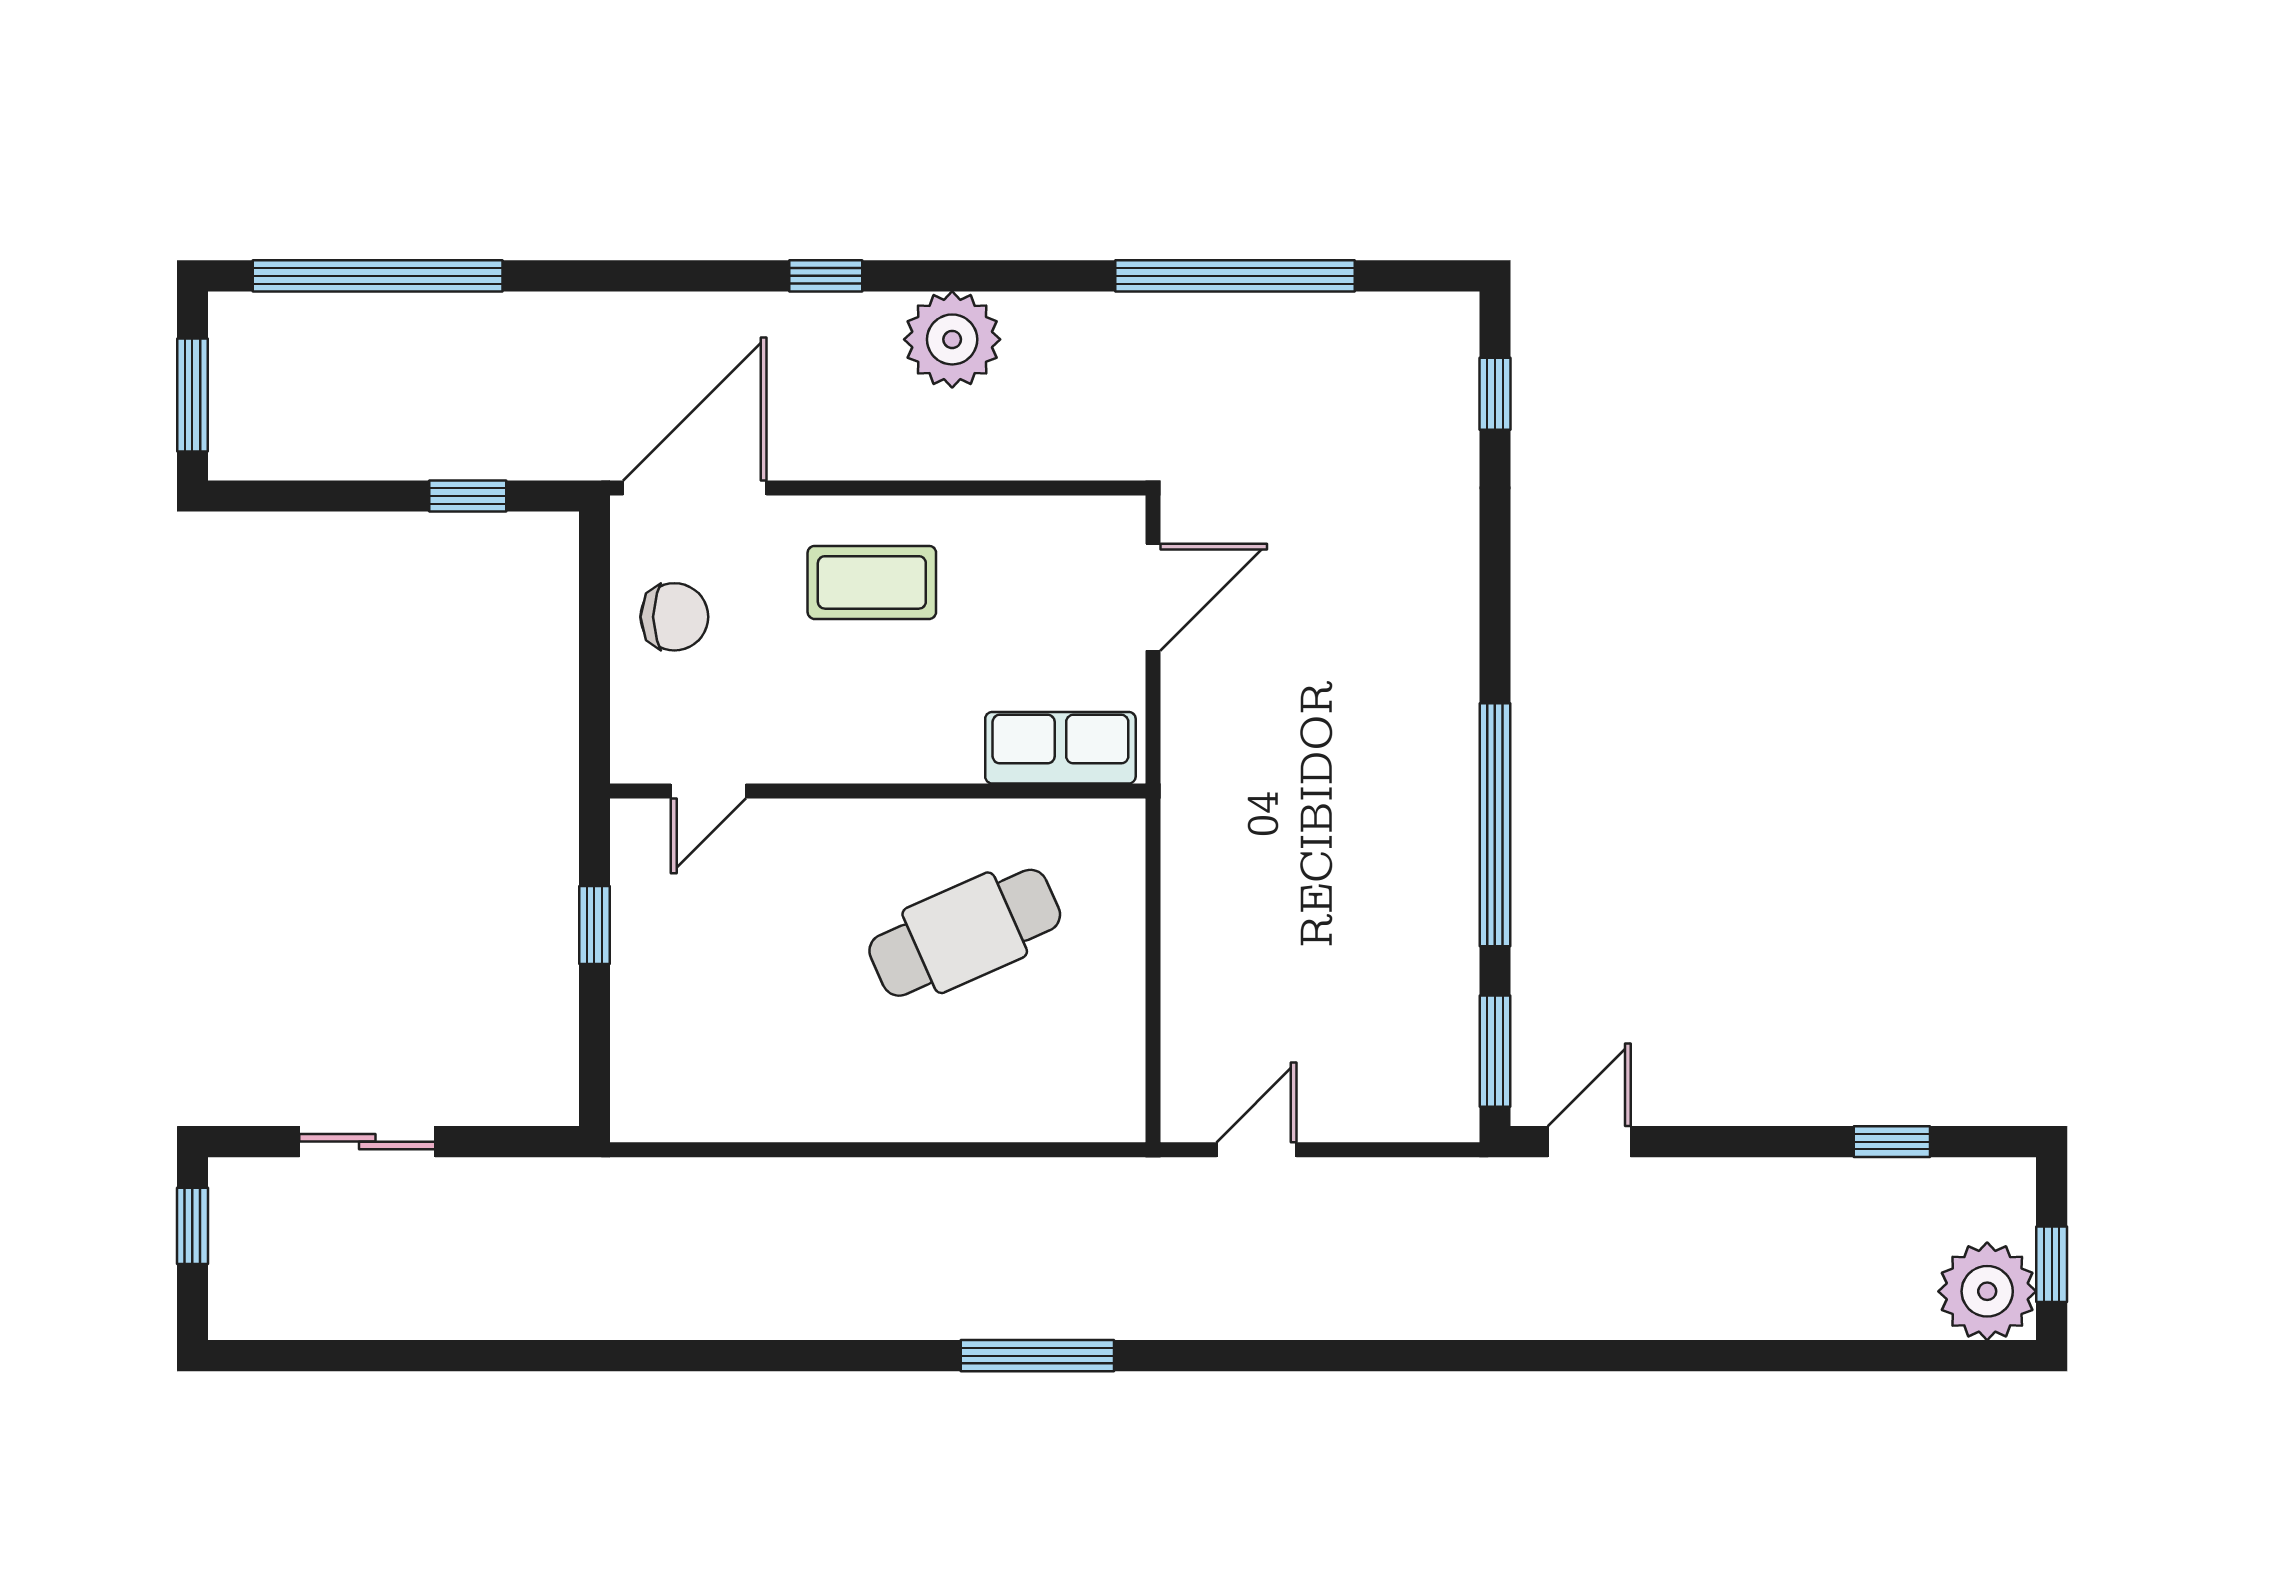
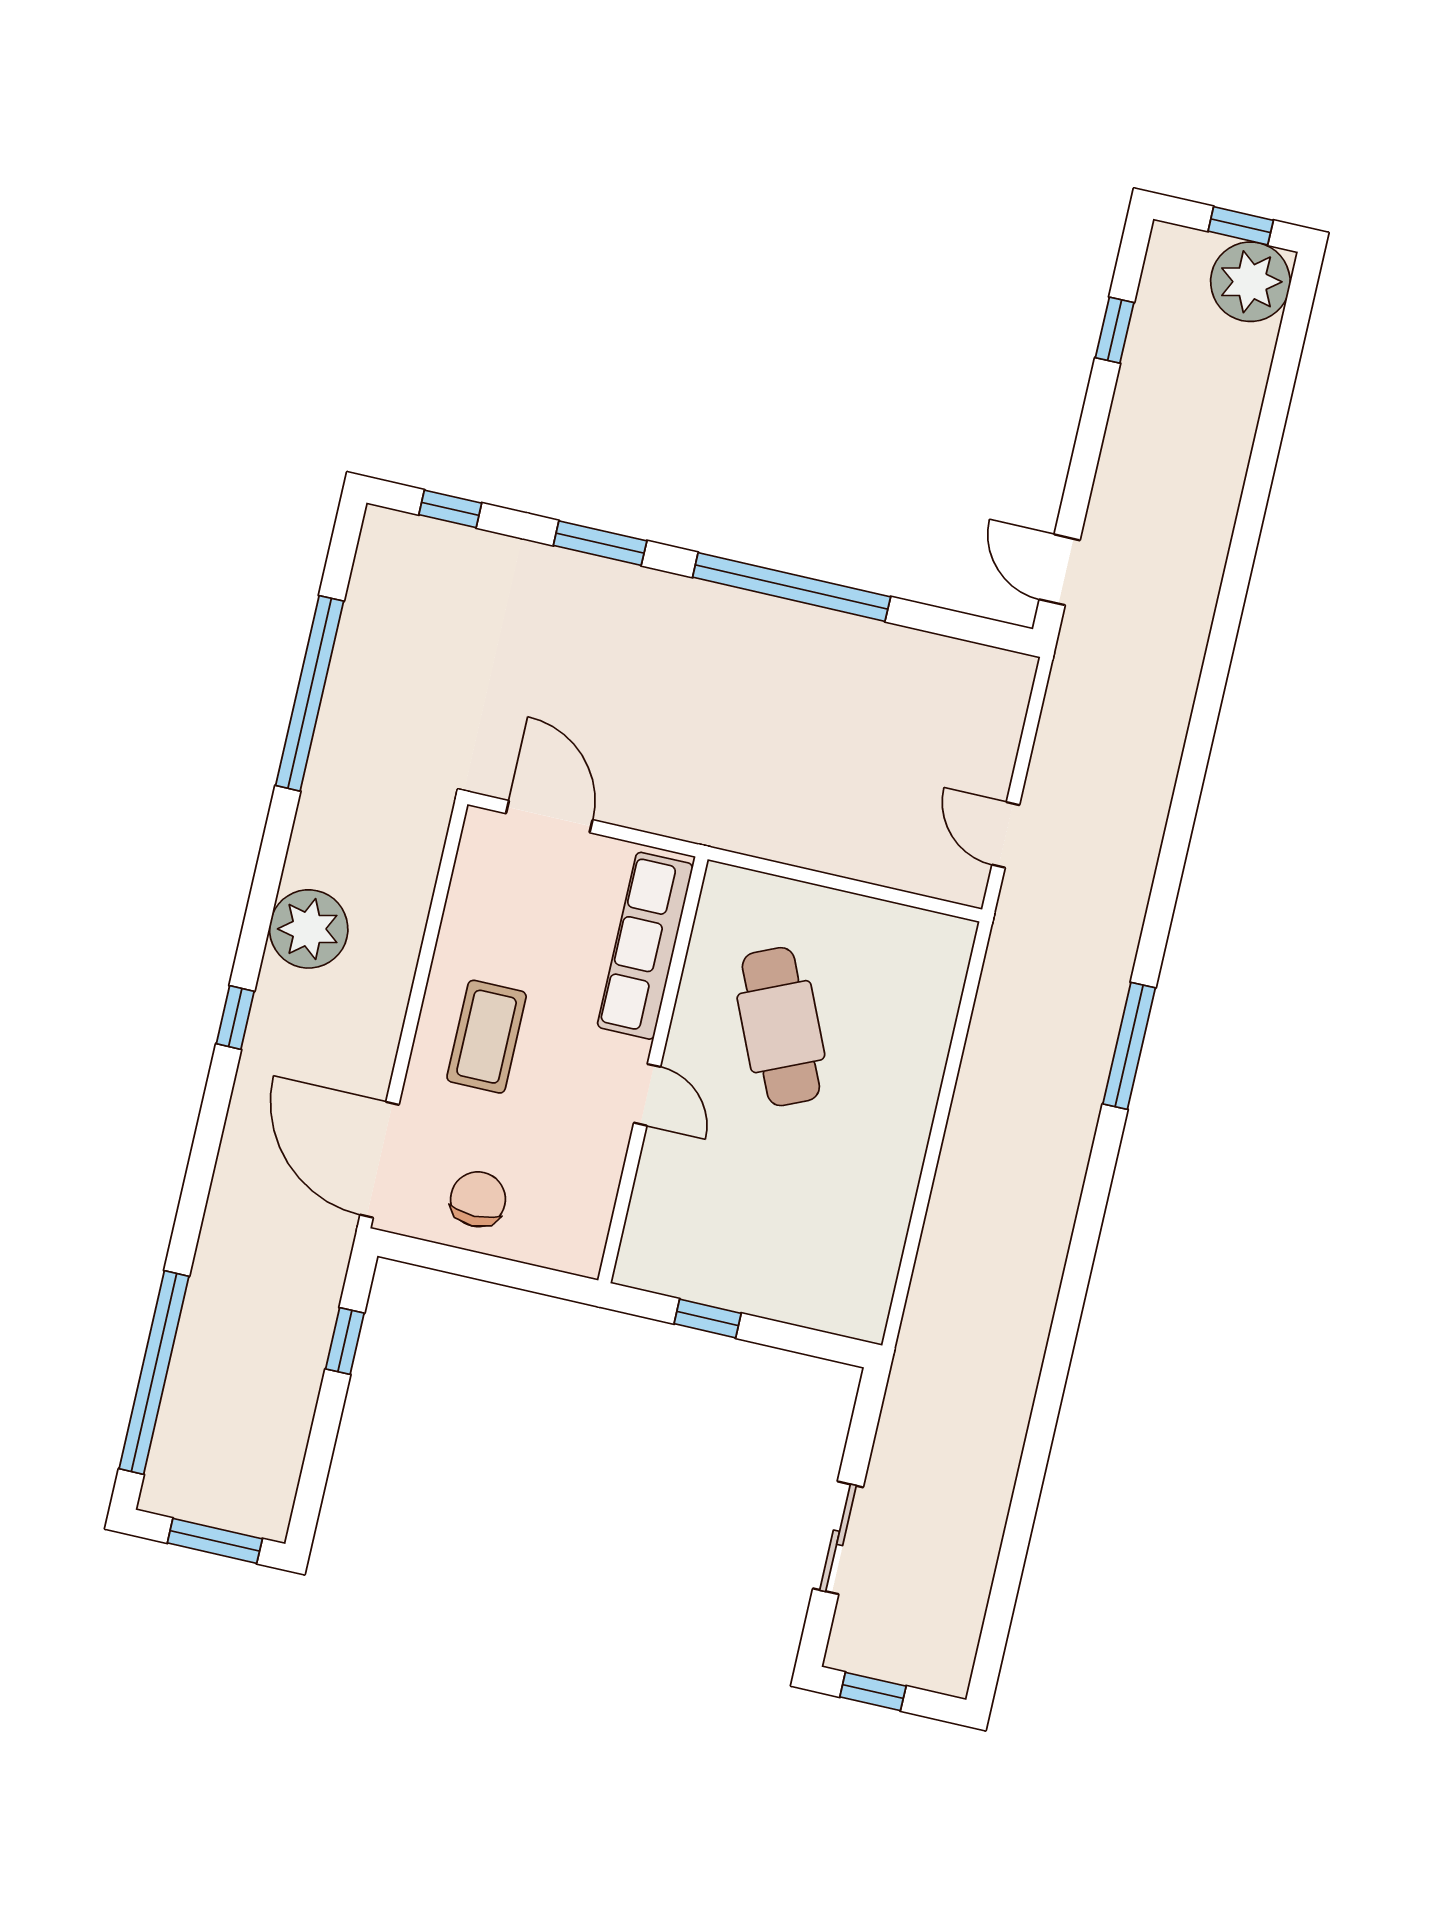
row of seats: (1060, 748) -> (645, 946), width x1.48
door: (708, 791) -> (647, 1095), moved
window: (1495, 1051) -> (600, 543), moved

